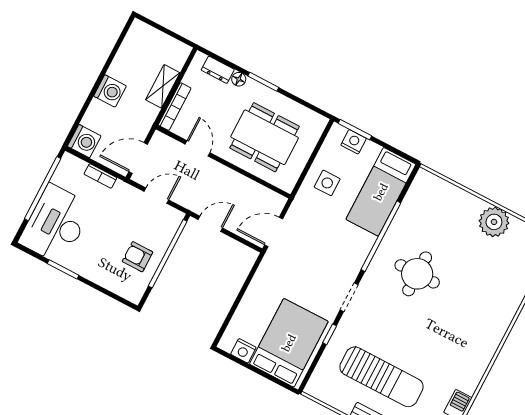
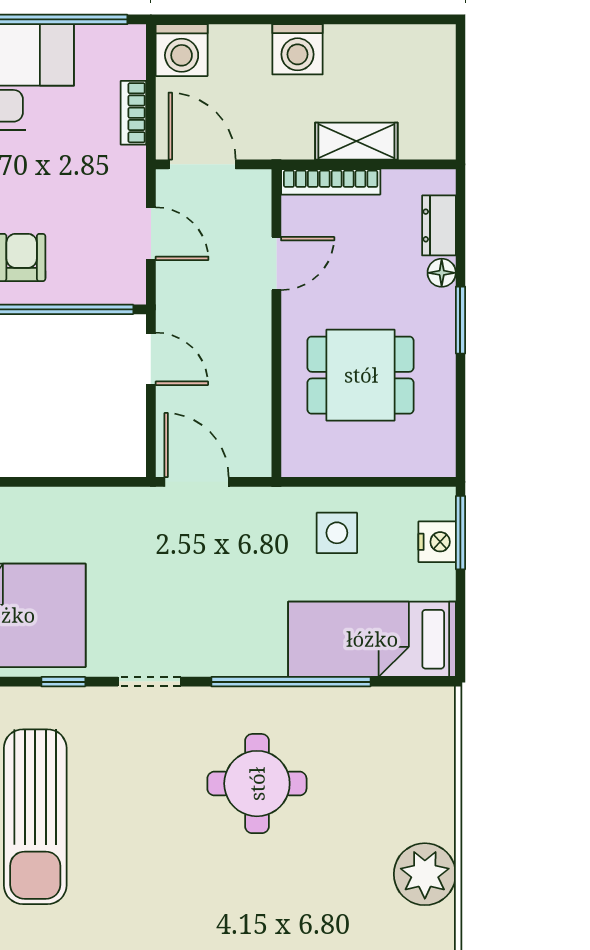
dining table: (265, 137) -> (361, 375), width x0.73

